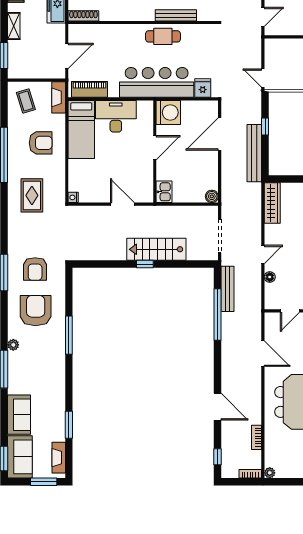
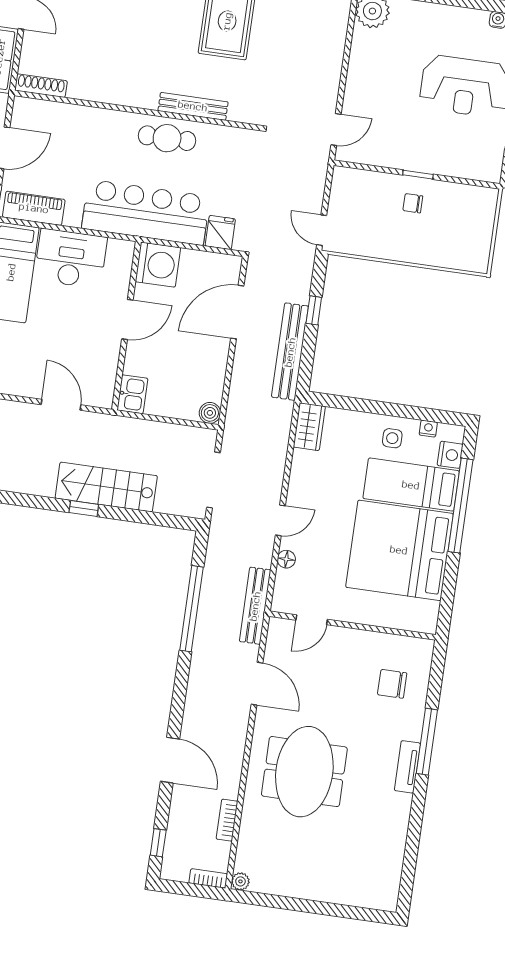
wardrobe: (272, 203) -> (309, 427), width x0.67
bench: (227, 289) -> (255, 606), moved

